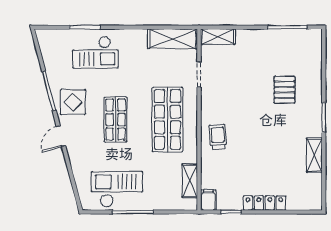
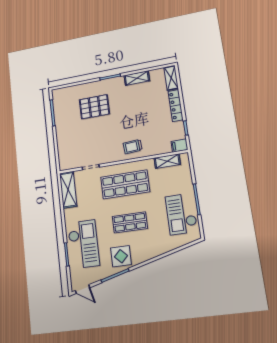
shelving: (218, 37) -> (171, 78), moved
checkout: (95, 52) -> (83, 244), width x1.36, depth x1.21
pallet: (284, 90) -> (94, 107), width x1.50, depth x1.42
door: (61, 136) -> (82, 289), moved

